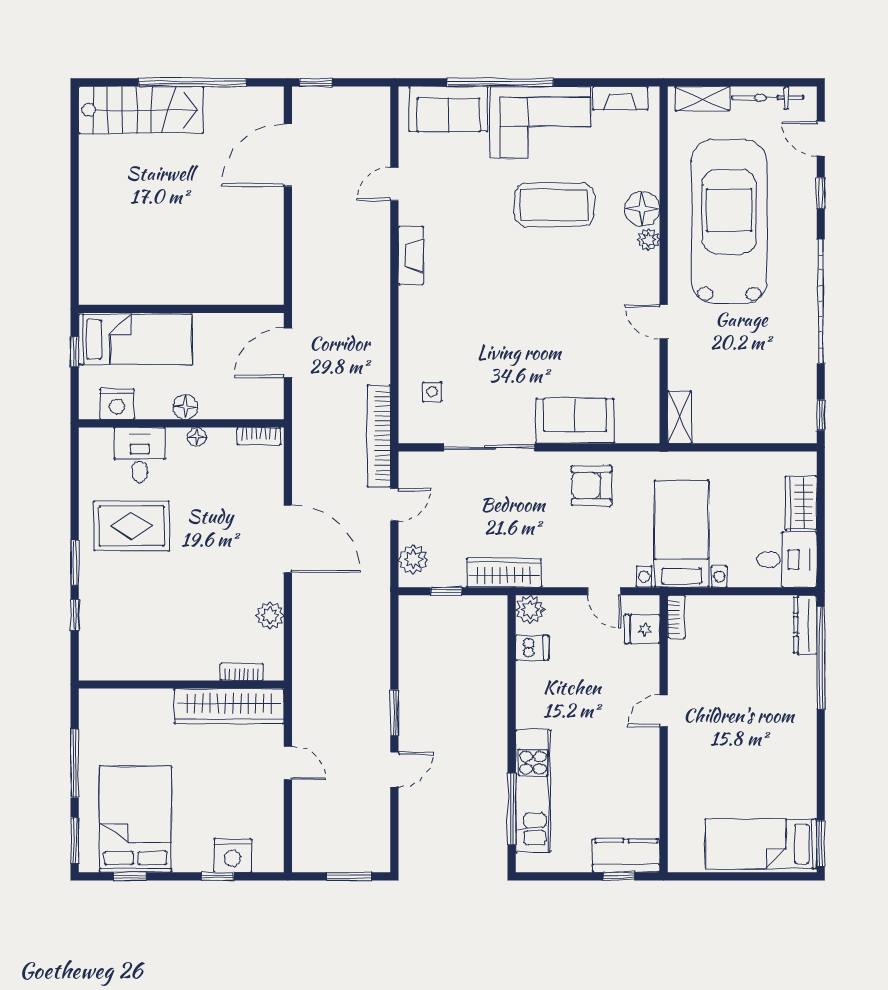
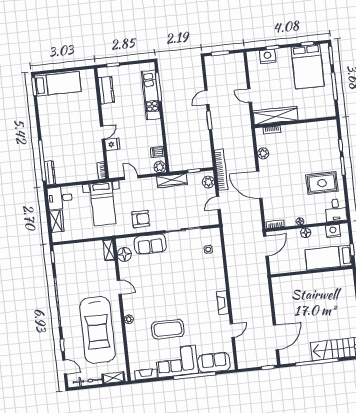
floor lamp: (642, 209) -> (124, 254), moved
door: (288, 353) -> (266, 246), moved
bookcase: (379, 436) -> (221, 170), moved
desk: (140, 455) -> (336, 210), moved
fridge: (642, 629) -> (112, 144), moved
kitchen counter: (626, 856) -> (106, 90), moved, turned -90

